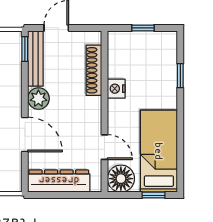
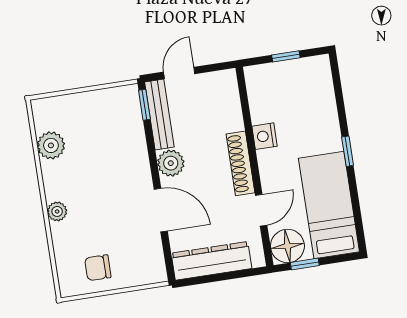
shoe rack: (94, 70) -> (240, 163), moved
window: (180, 76) -> (348, 151), moved
door: (104, 147) -> (261, 210), hinge flipped
window: (154, 195) -> (305, 264), moved

